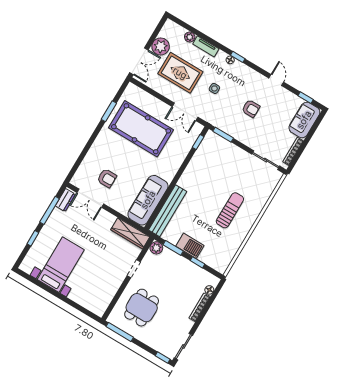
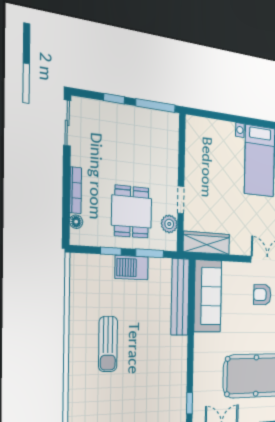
plant: (156, 248) -> (169, 224), moved
dining table: (142, 308) -> (132, 212), moved
window: (163, 358) -> (114, 99), moved

